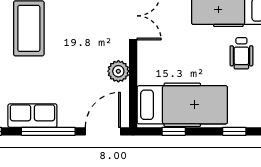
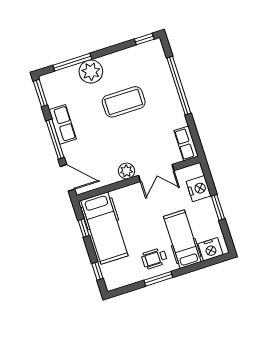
plant: (118, 71) -> (126, 171), moved

